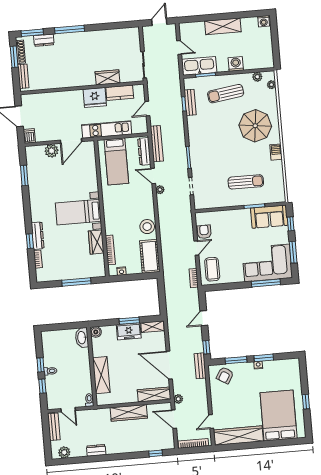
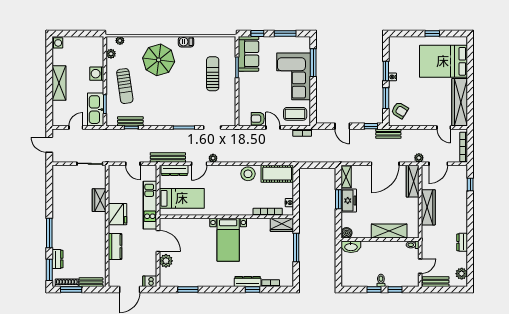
kitchen counter: (120, 93) -> (115, 247), moved
wardrobe: (96, 242) -> (282, 225), moved
corner sofa: (267, 263) -> (294, 76), moved

